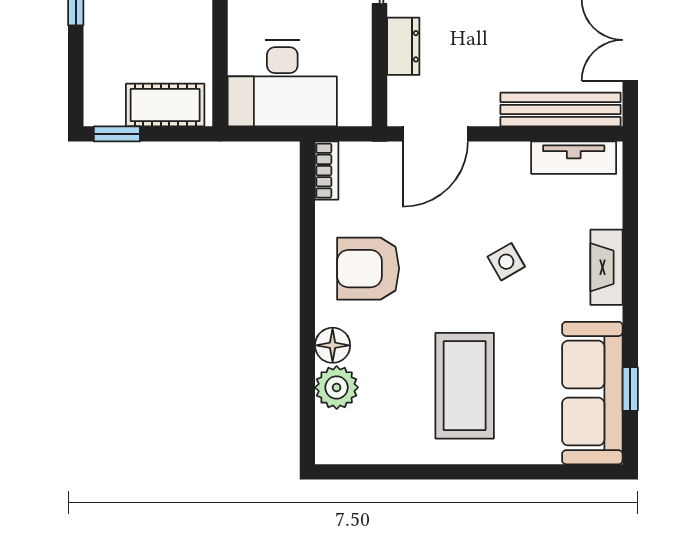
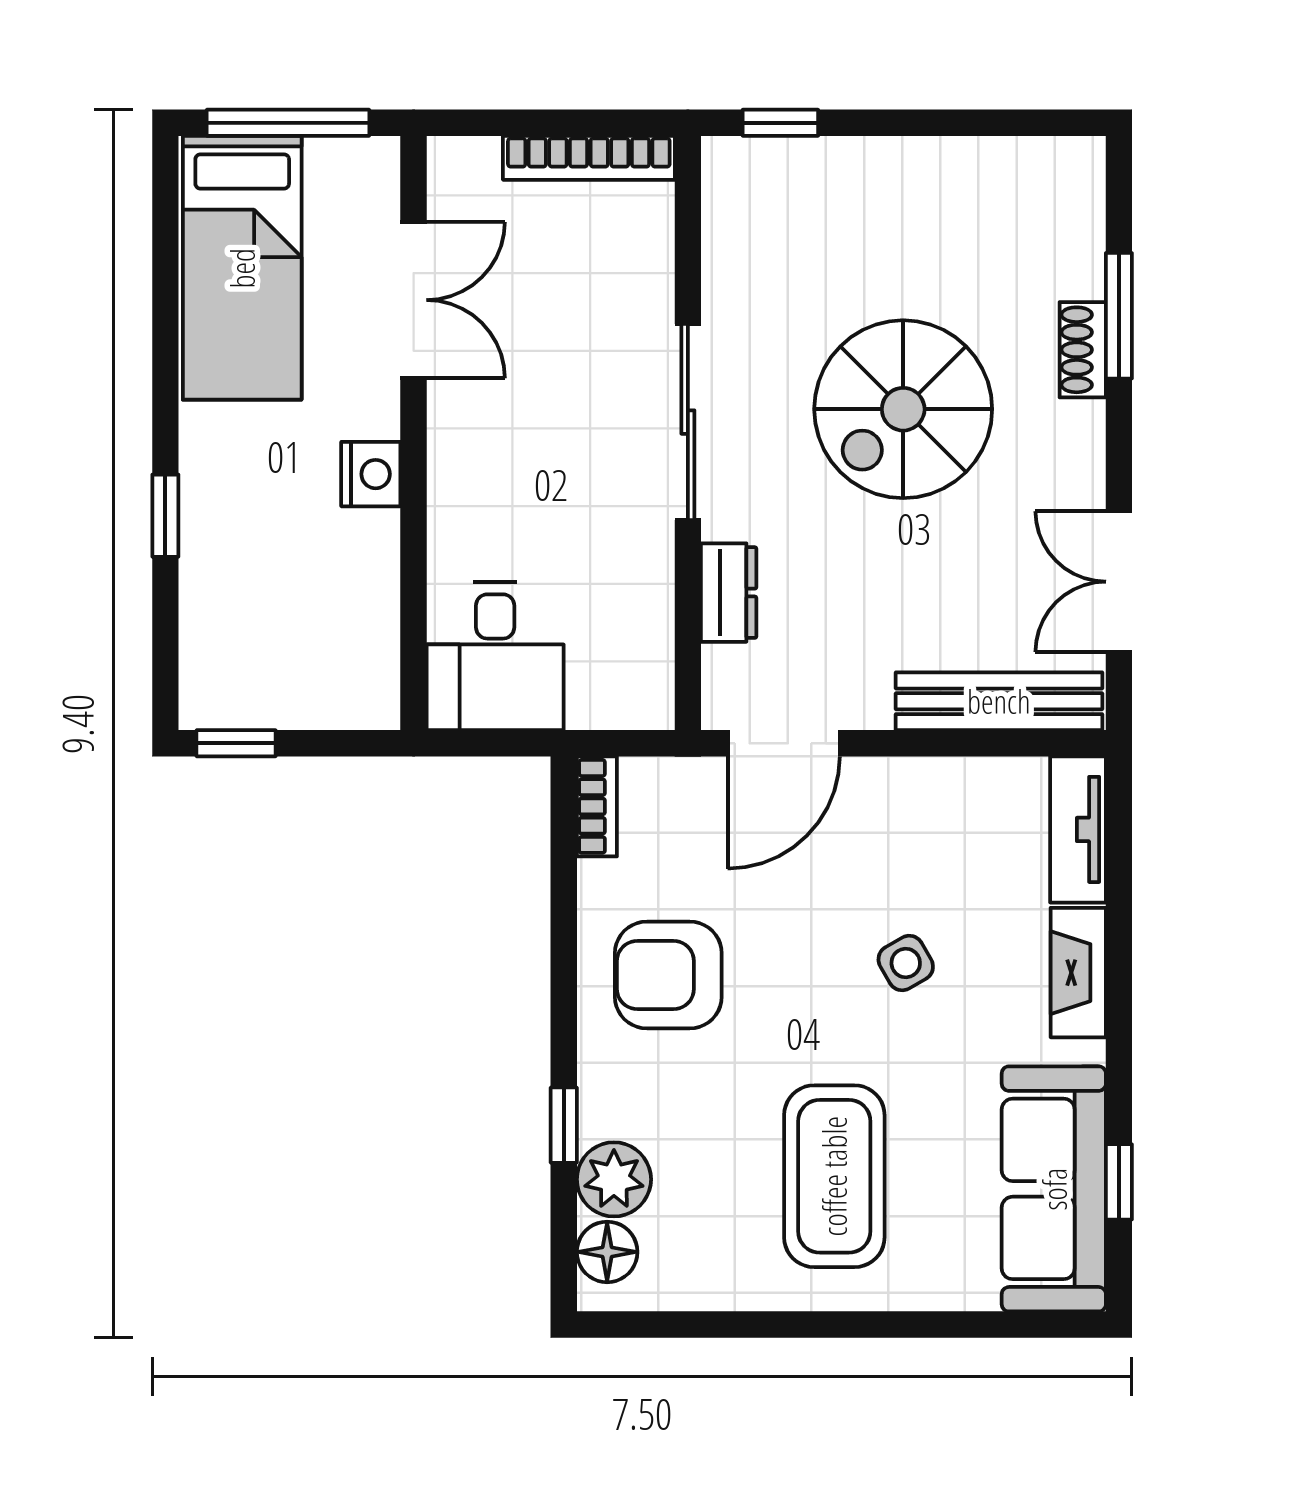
desk: (282, 83) -> (495, 656), width x0.73
cot: (165, 105) -> (319, 694), removed
tv unit: (574, 158) -> (1078, 829), moved, turned 90
floor lamp: (333, 345) -> (607, 1252), moved
window: (307, 356) -> (564, 1125), added

